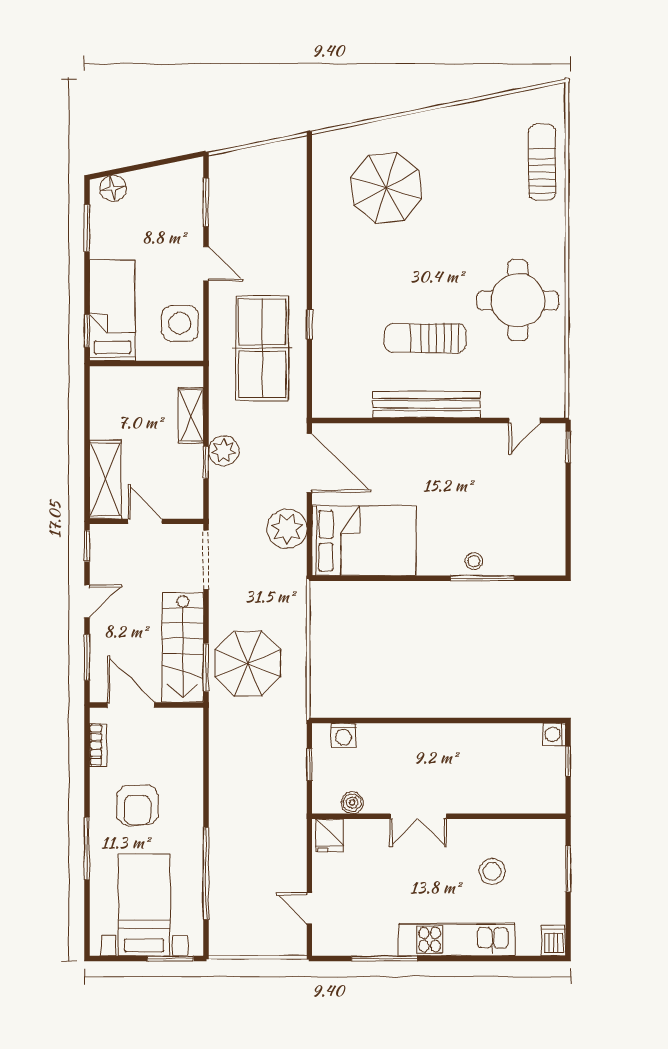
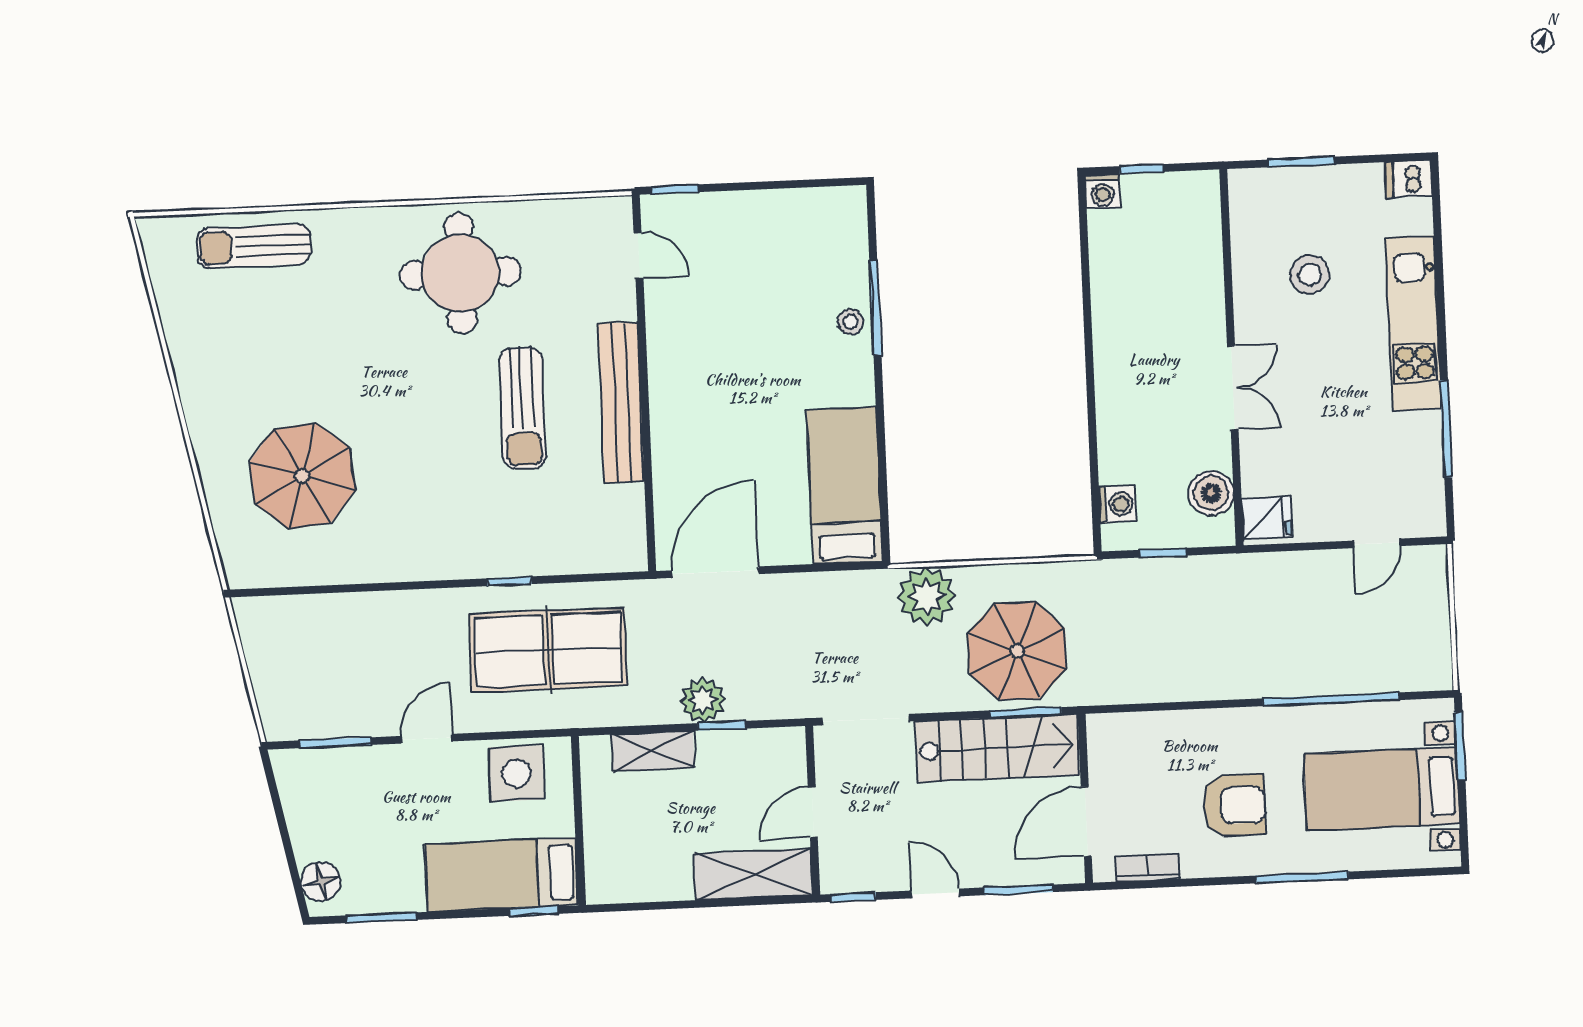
plant: (287, 529) -> (926, 596), moved
bed: (364, 541) -> (845, 486), width x0.67
boiler: (352, 803) -> (1211, 493), width x1.36, depth x1.36

